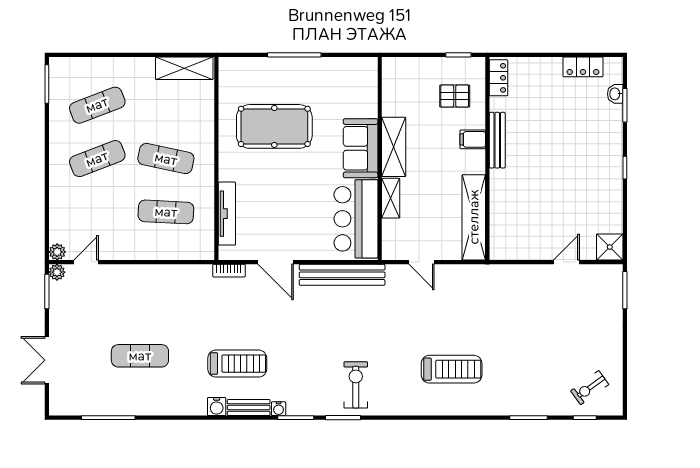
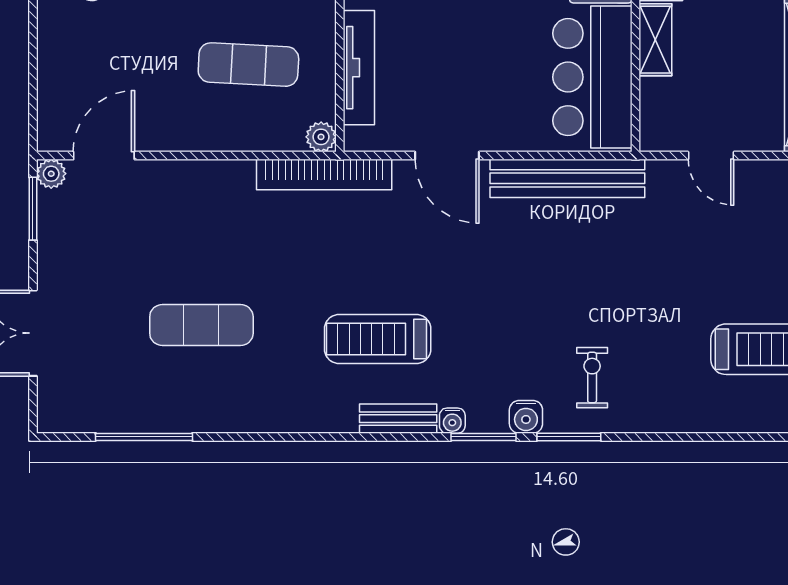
plant: (57, 252) -> (321, 137), moved
door: (86, 262) -> (104, 156), width x1.38
bookcase: (229, 271) -> (324, 174), width x2.31, depth x1.31
treadmill: (237, 364) -> (378, 339), turned 180
exercise bike: (356, 385) -> (592, 378), width x0.73, depth x0.72
water cooler: (217, 407) -> (526, 417), moved

